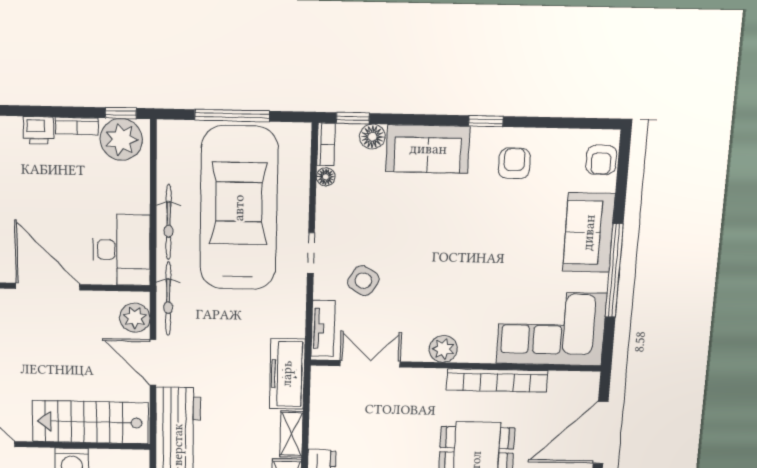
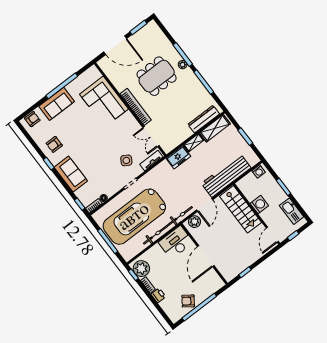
floor lamp: (372, 137) -> (80, 194), removed
corner sofa: (551, 329) -> (104, 102), moved
plant: (443, 349) -> (128, 118), removed
freezer: (287, 374) -> (178, 157), width x0.71
bookcase: (497, 380) -> (136, 107), moved

